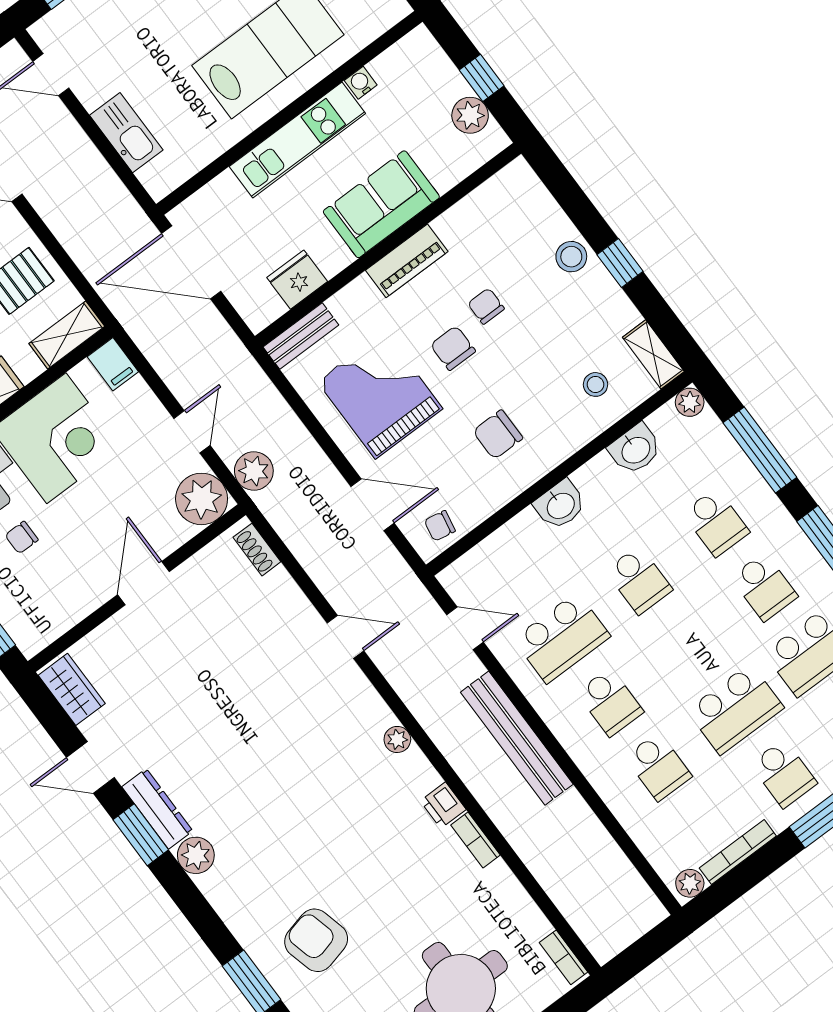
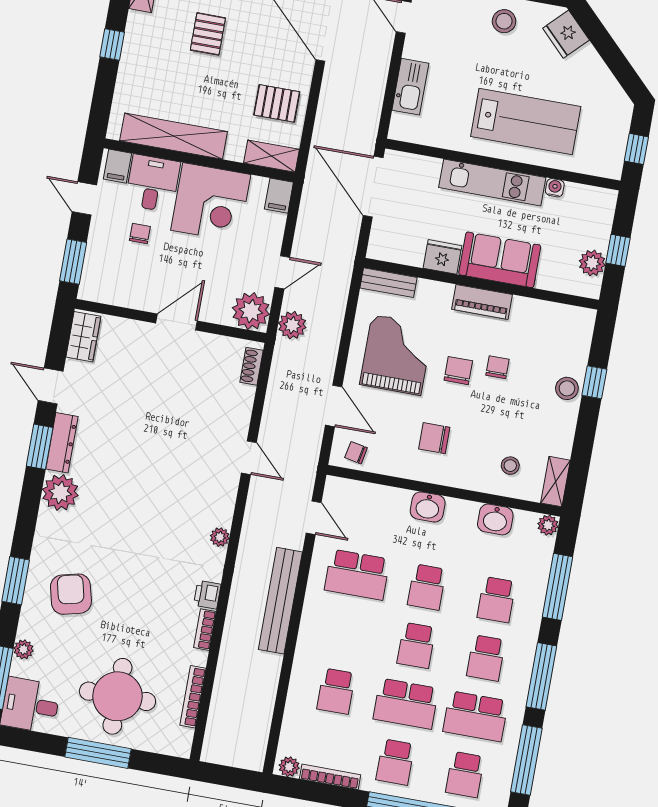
window: (620, 263) -> (594, 382), moved
fridge: (297, 280) -> (442, 257), moved
chair: (22, 537) -> (140, 233), turned 90
school desk: (610, 702) -> (416, 645), moved
plant: (196, 855) -> (60, 492), width x1.36, depth x1.36
bookcase: (564, 957) -> (193, 697), moved, width x1.56

